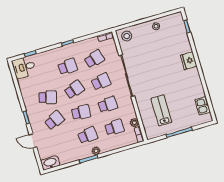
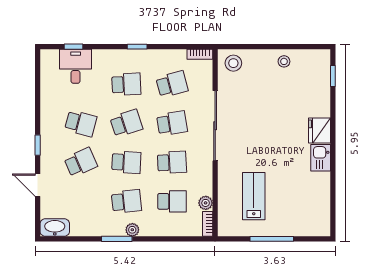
desk: (24, 67) -> (76, 66), moved, turned 90
kitchen sink: (203, 106) -> (321, 158), moved

